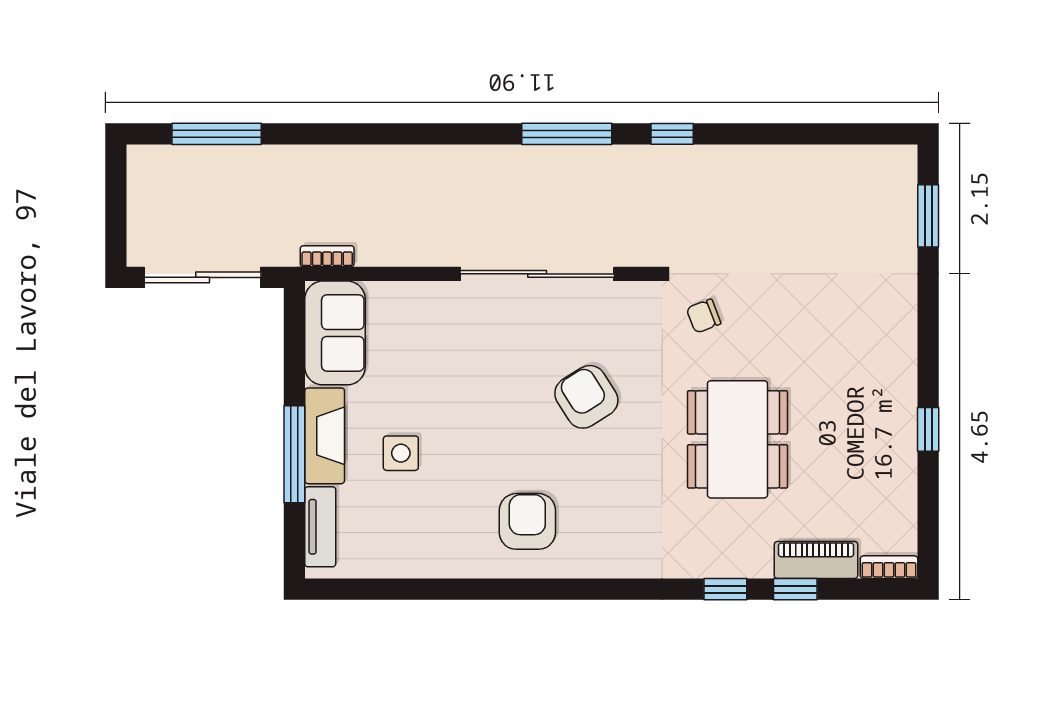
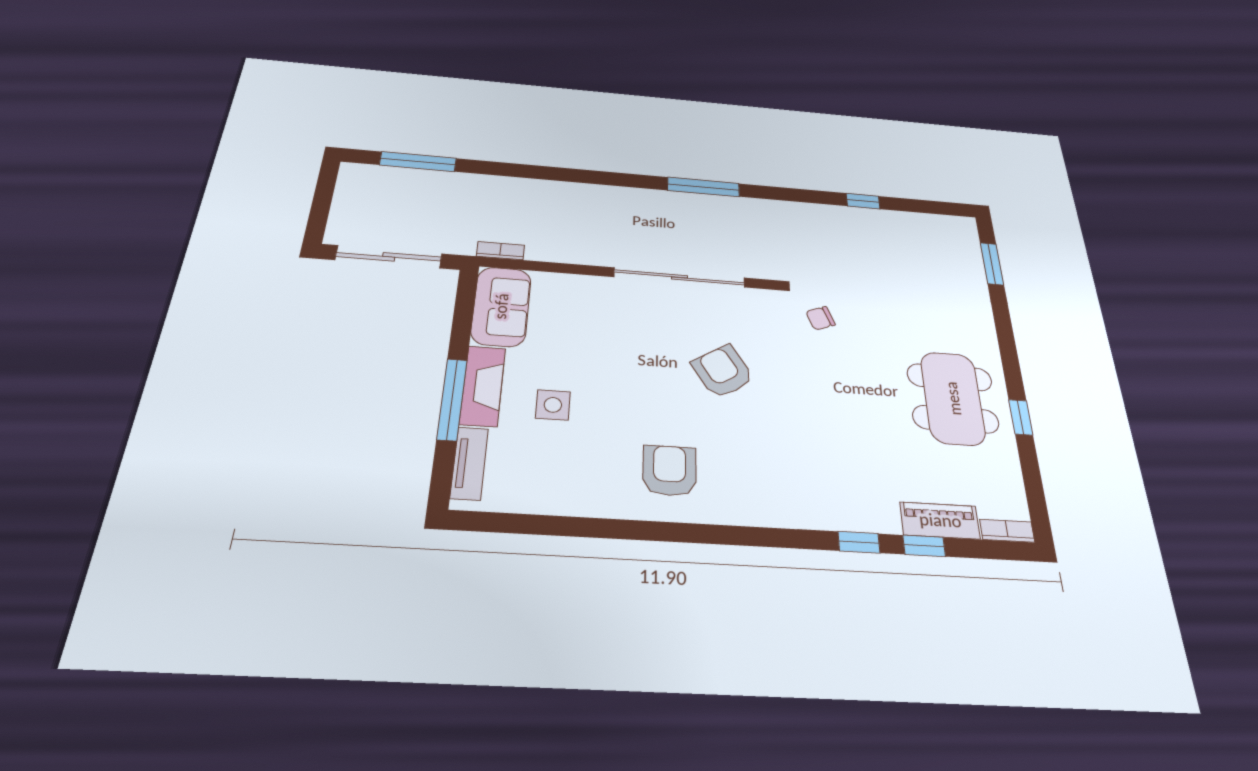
window: (672, 134) -> (863, 201), moved
dining table: (737, 439) -> (953, 398), moved

